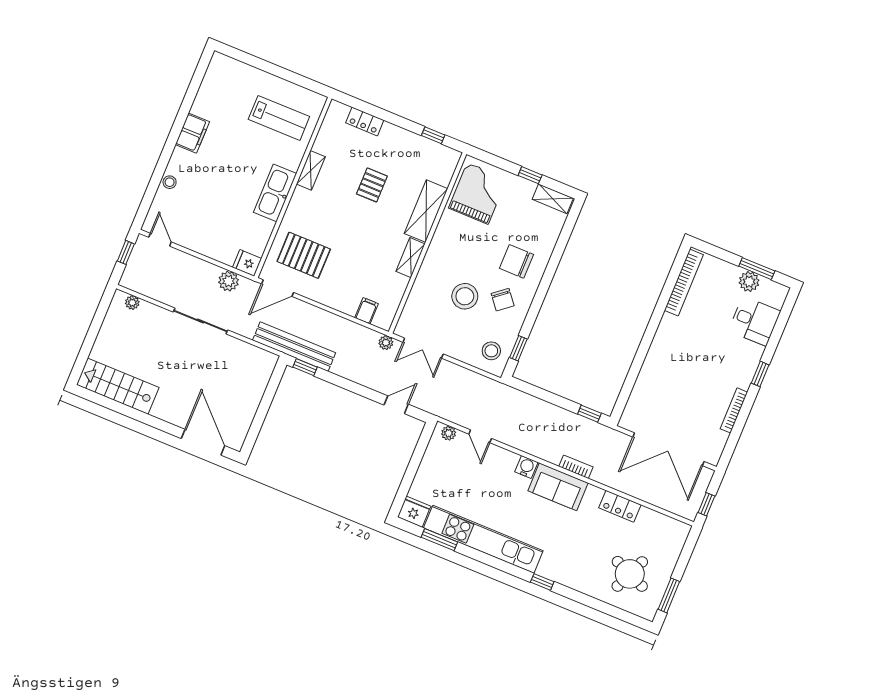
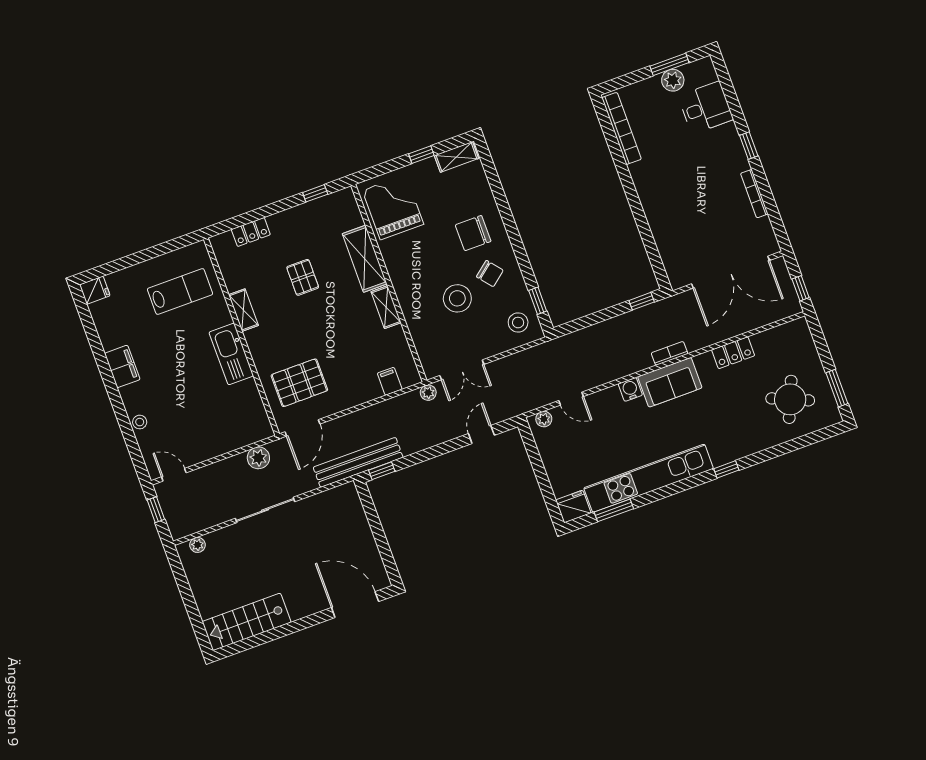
fridge: (247, 263) -> (95, 290), moved, turned 180

